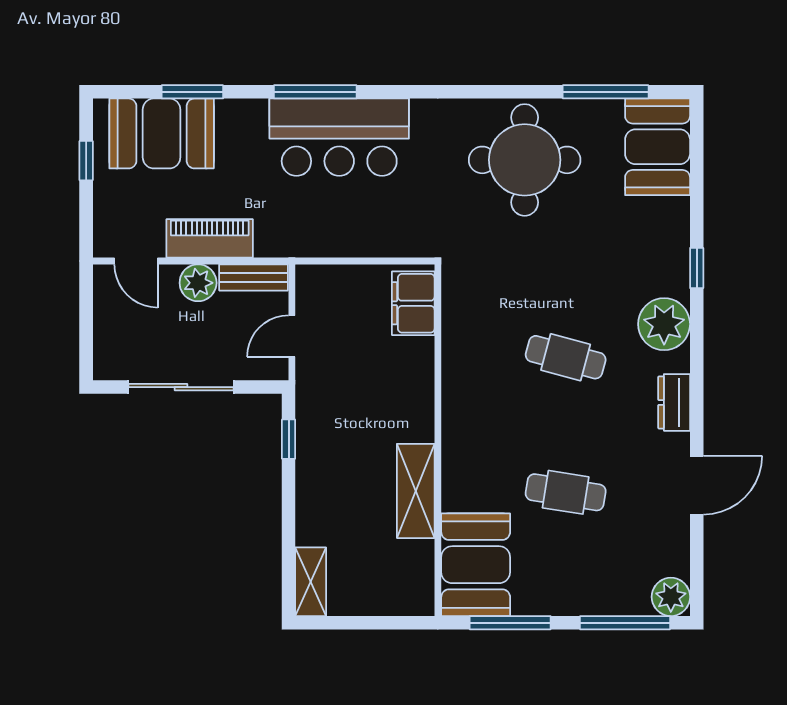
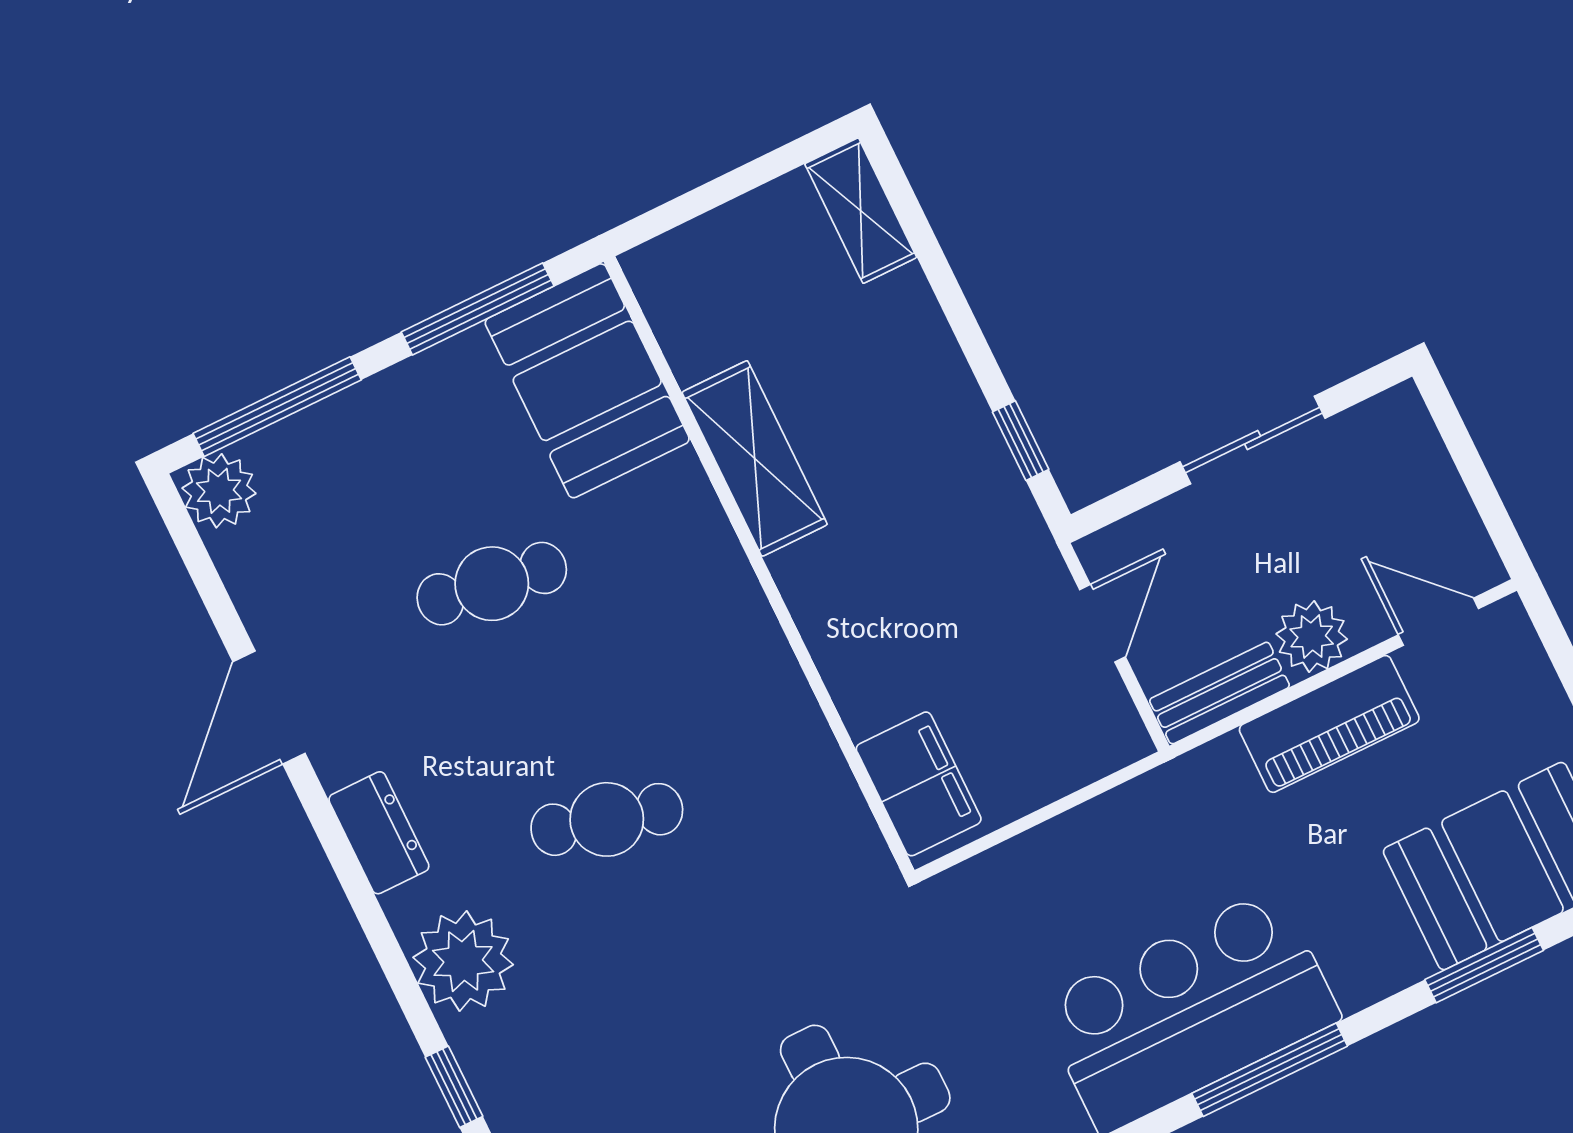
sliding door: (181, 387) -> (1253, 440), width x0.73

